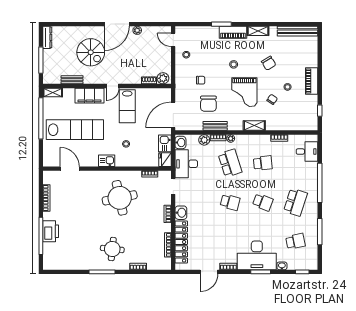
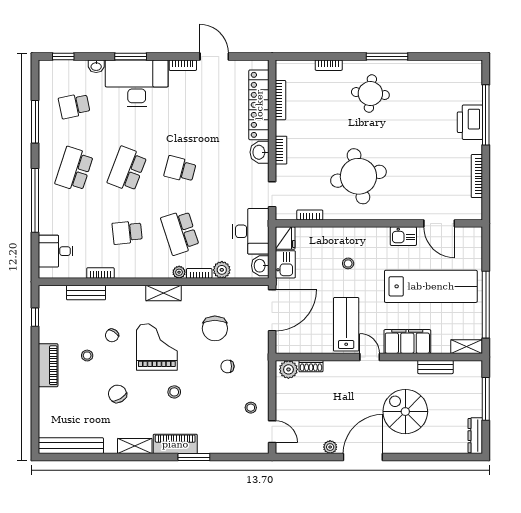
door: (113, 86) -> (370, 357), hinge flipped
chair: (208, 104) -> (215, 328), turned 180
bench: (215, 126) -> (86, 293), moved
shelving: (254, 126) -> (163, 293), moved
lab bench: (75, 130) -> (431, 286), turned 180
kitchen sink: (107, 161) -> (403, 236), moved
school desk: (263, 202) -> (127, 169), width x1.85
door: (209, 272) -> (214, 56), hinge flipped

